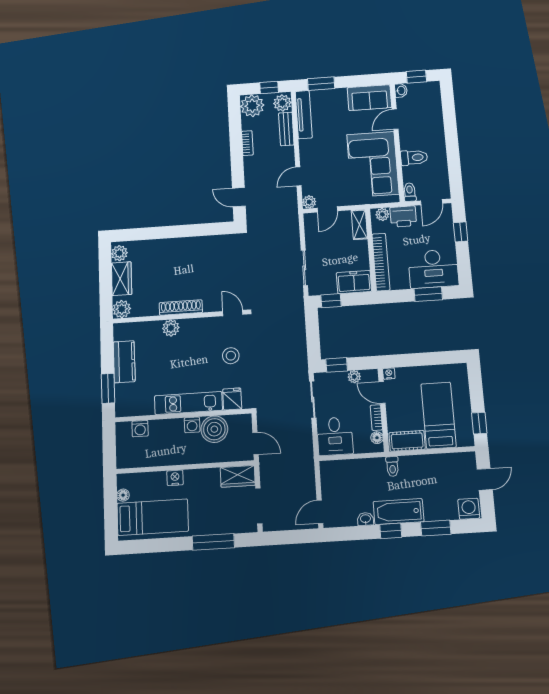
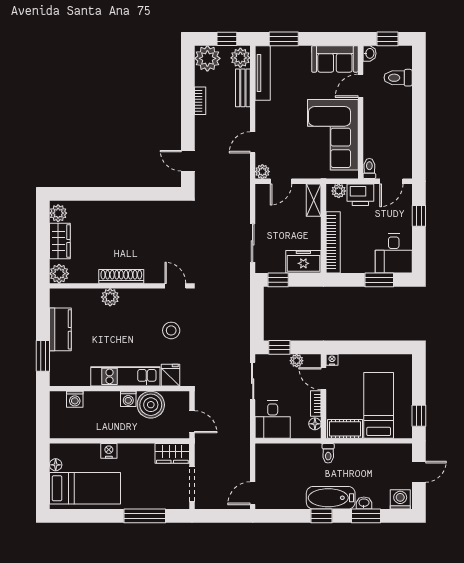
toilet: (414, 158) -> (398, 78), moved, turned 180
desk: (433, 269) -> (394, 253), width x0.73
washbasin: (365, 519) -> (364, 503), moved

